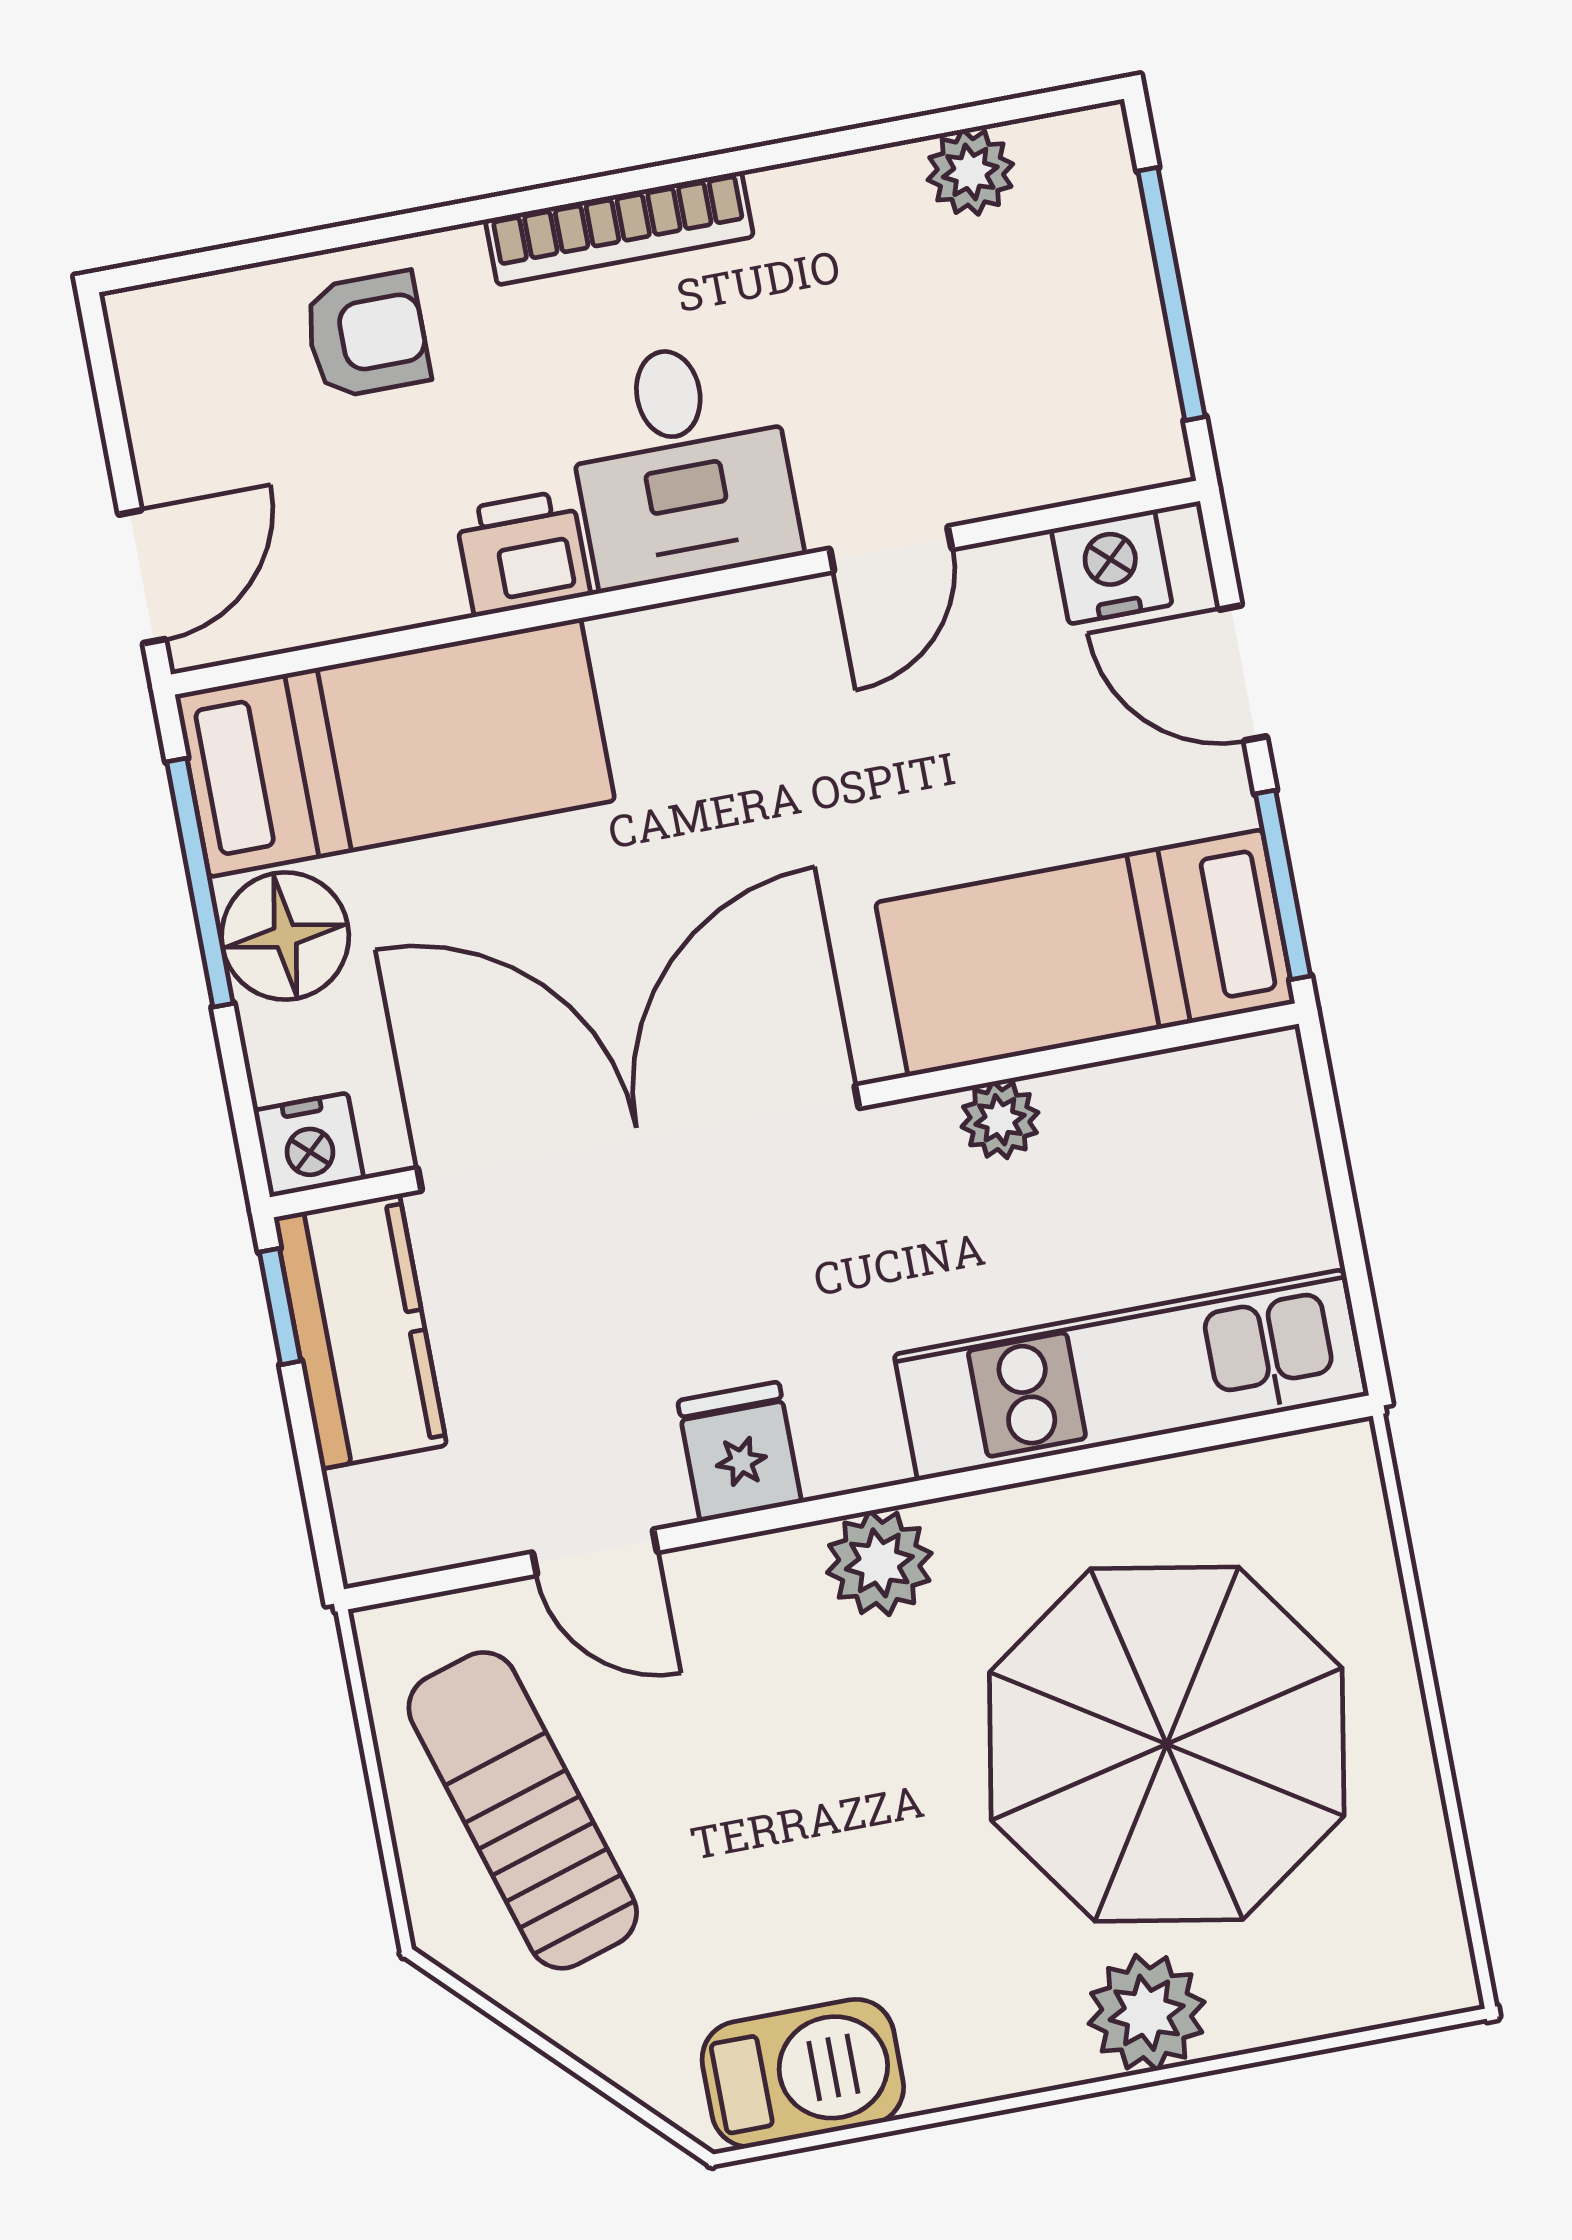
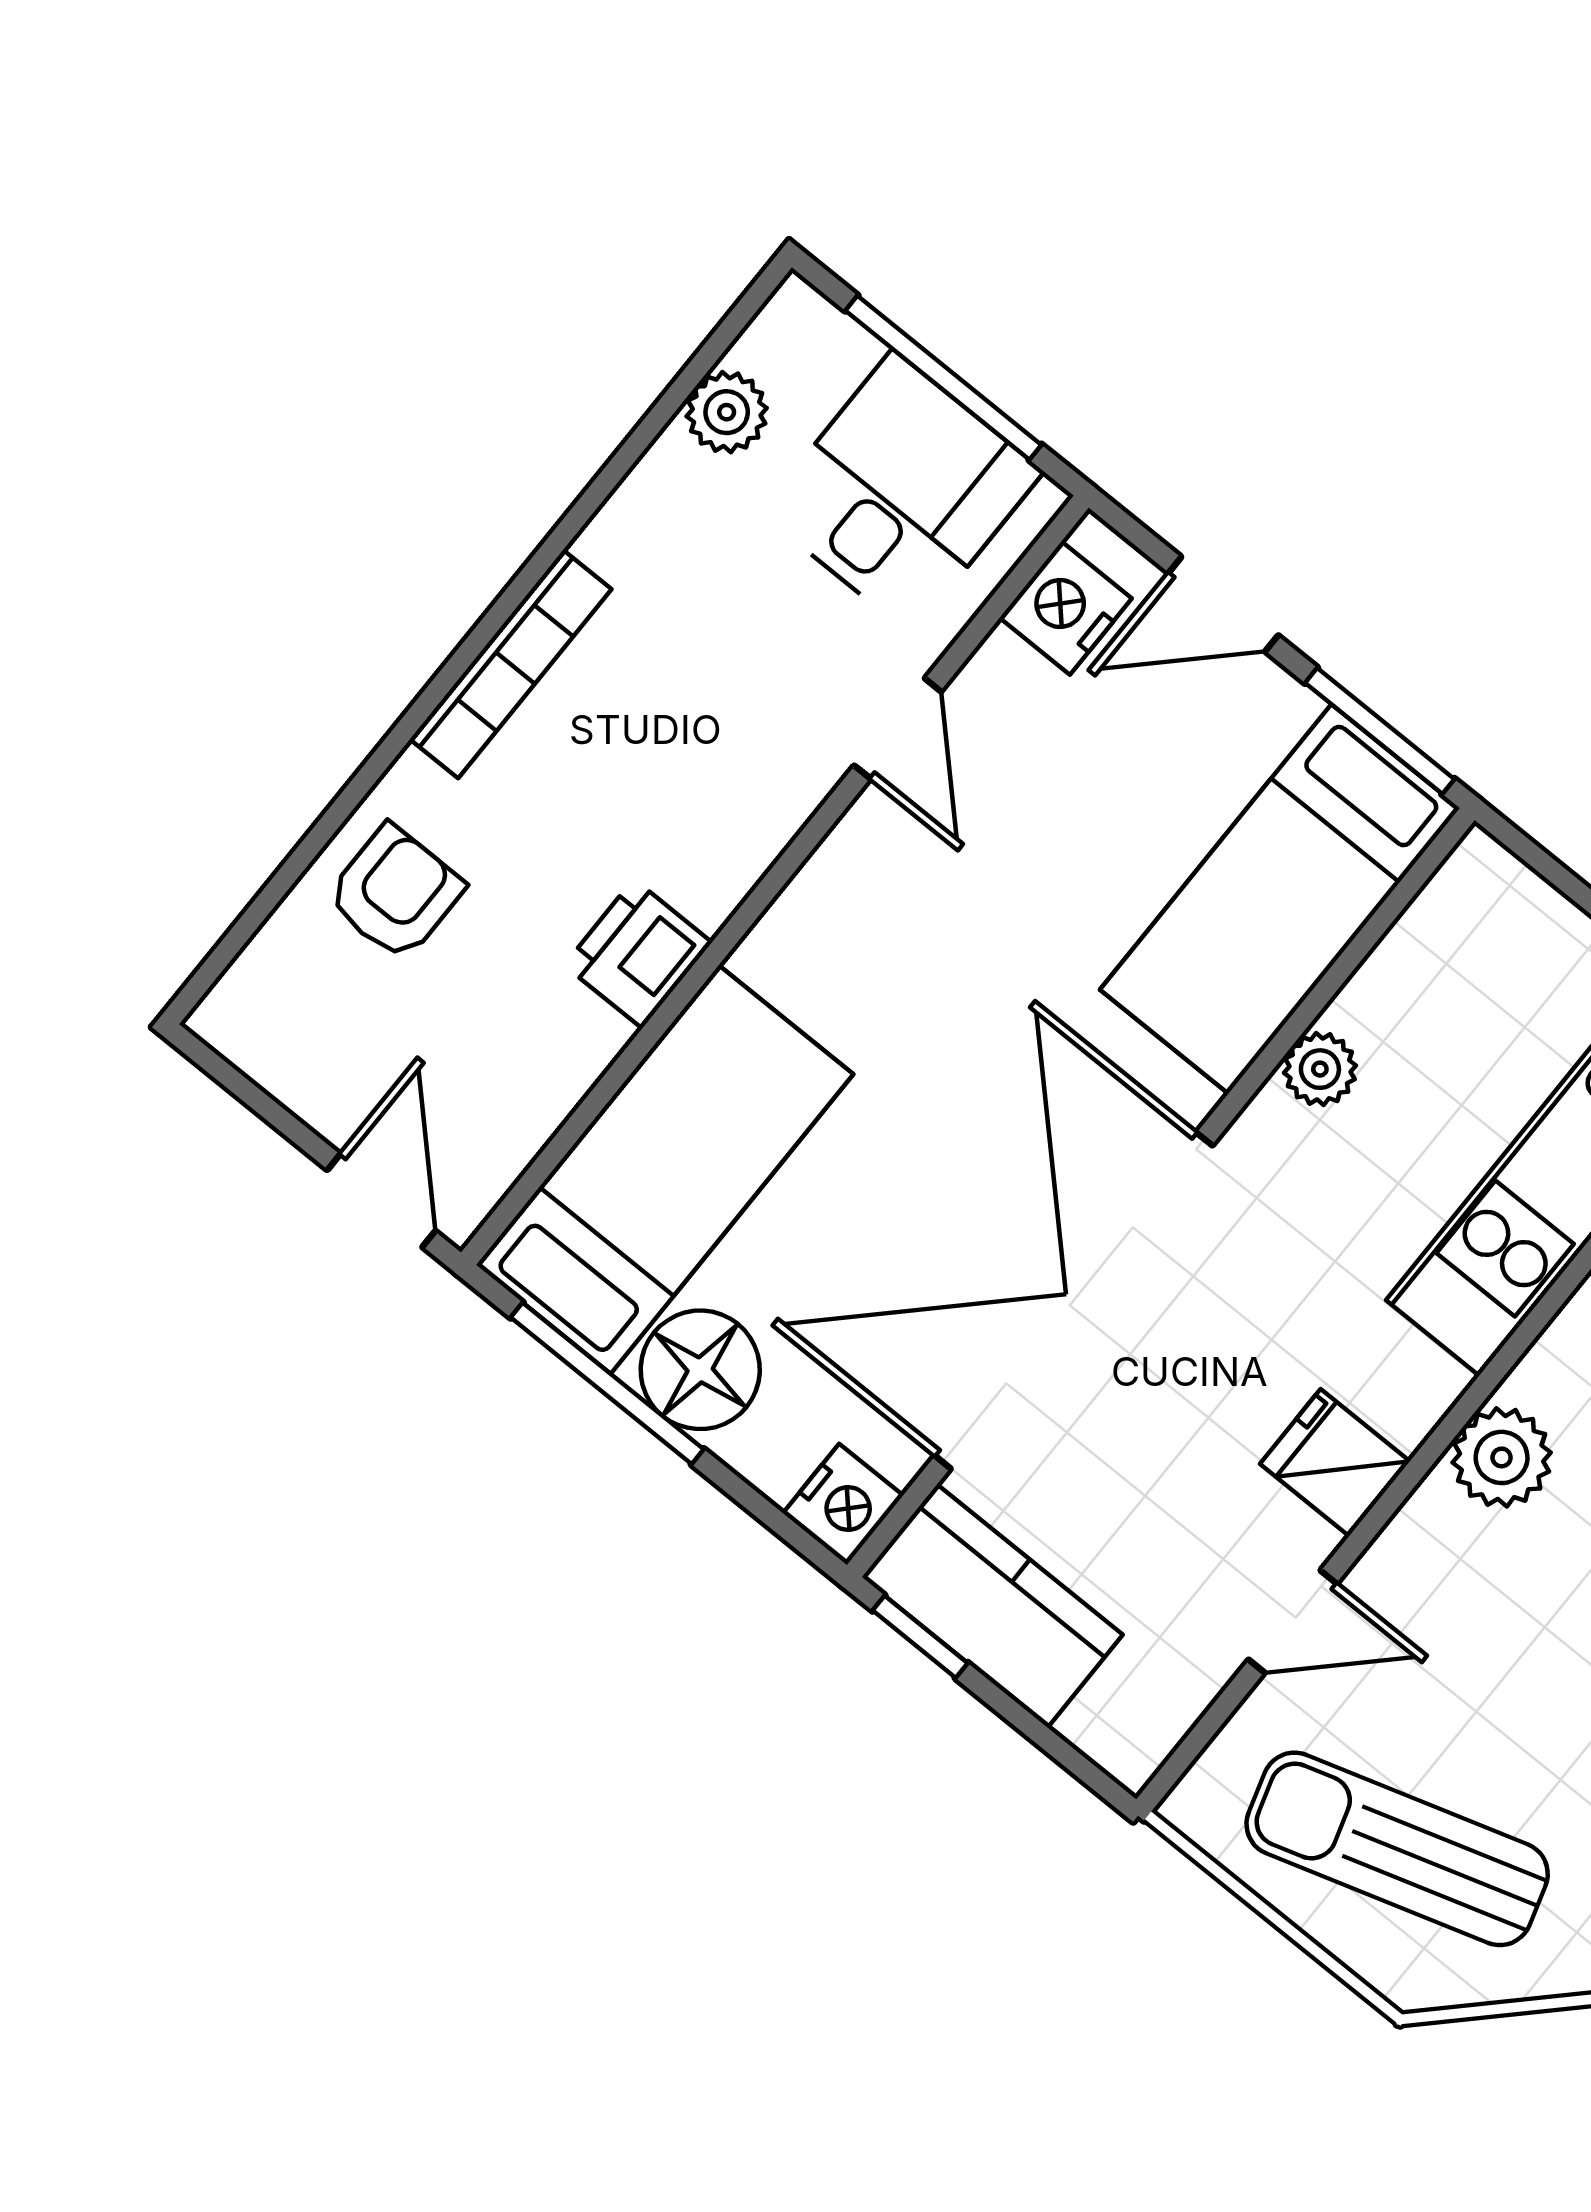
desk: (681, 463) -> (902, 492), moved, turned -90

